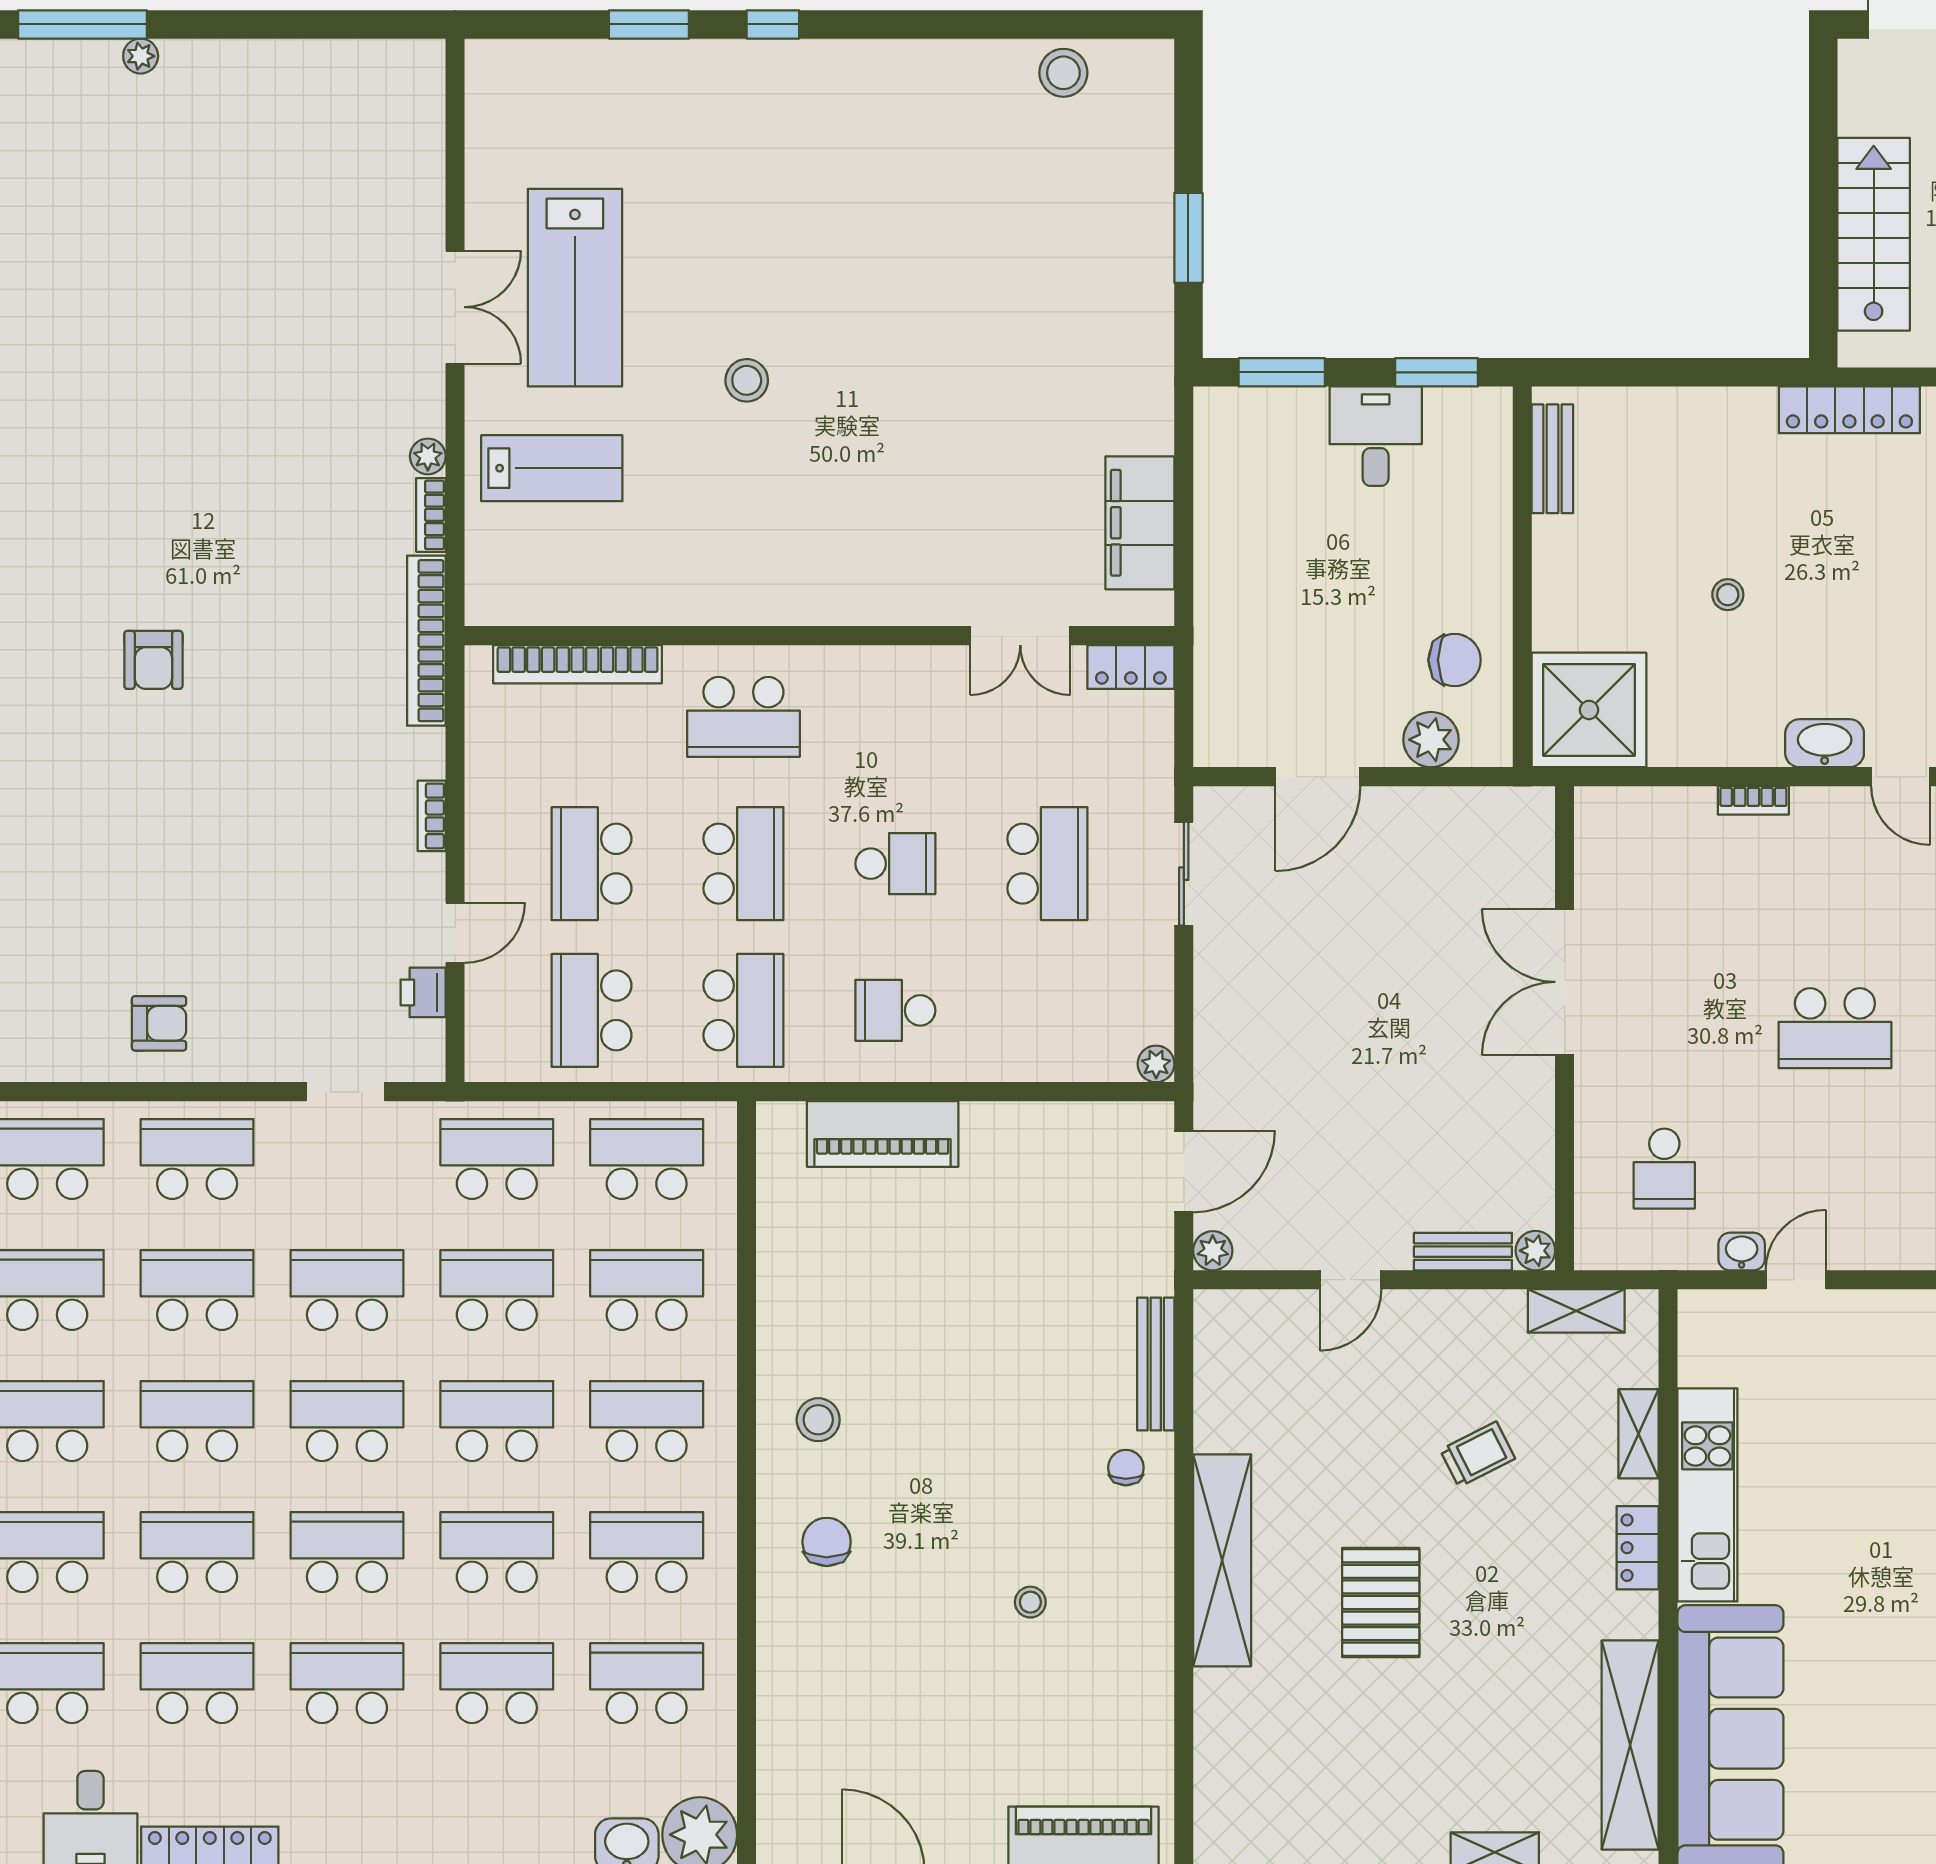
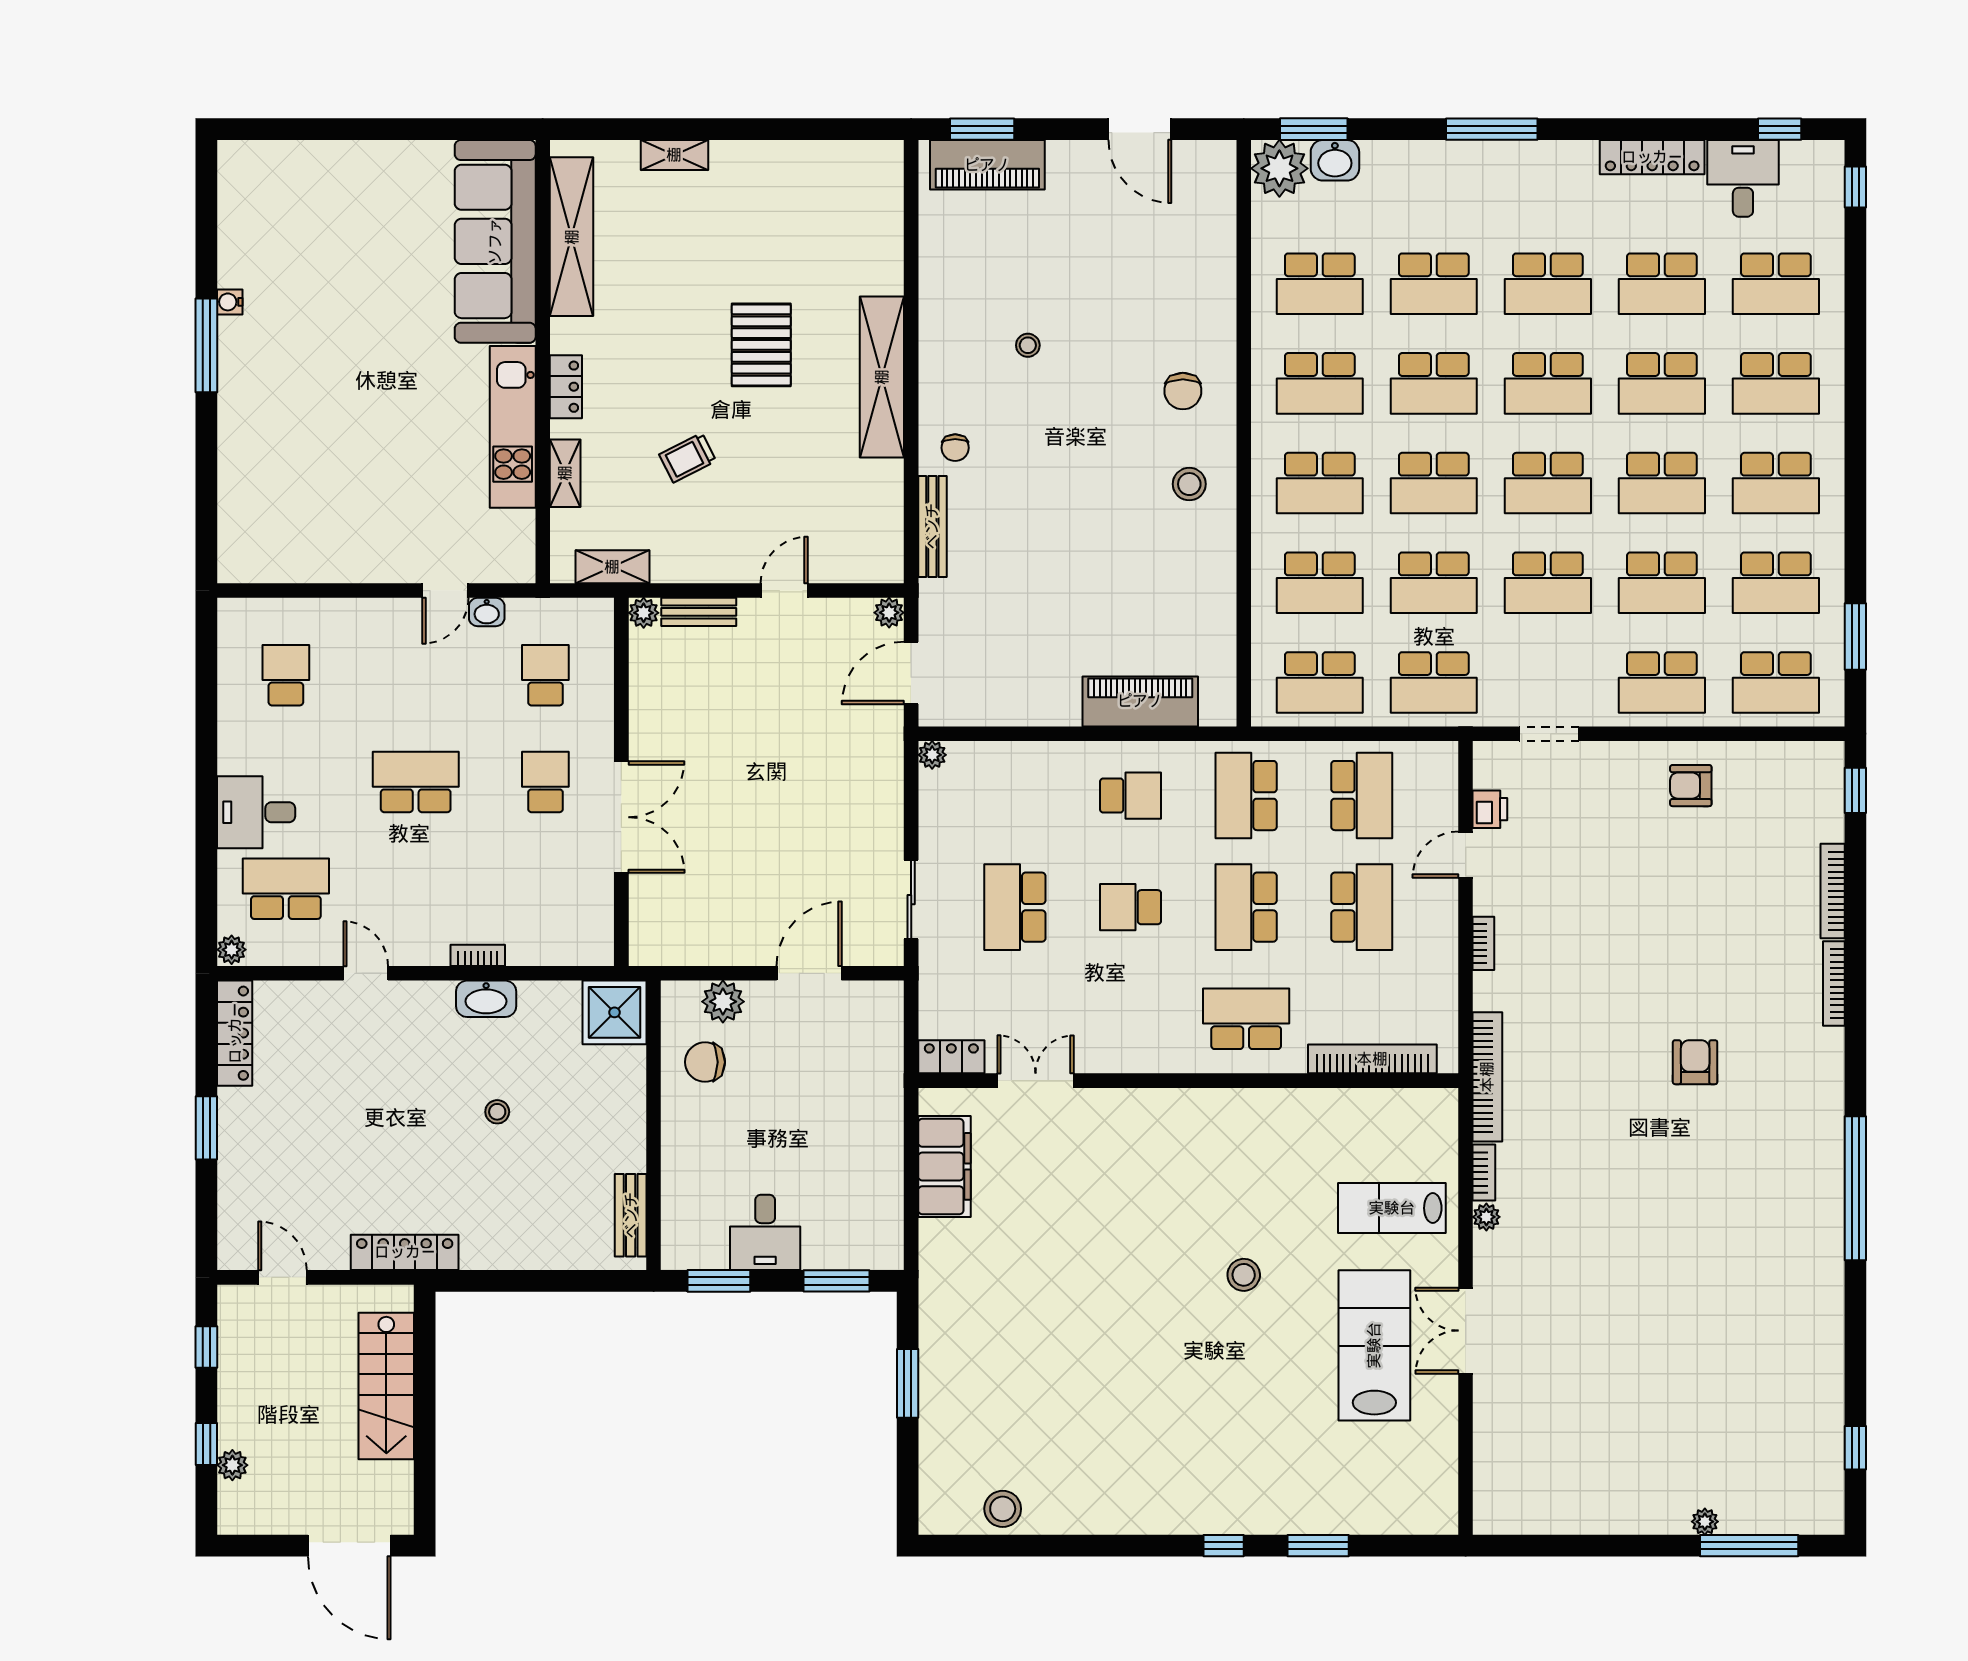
shower: (1589, 710) -> (615, 1012), width x0.73, depth x0.73
washbasin: (1825, 743) -> (486, 999), moved
school desk: (1664, 1028) -> (545, 782), added

